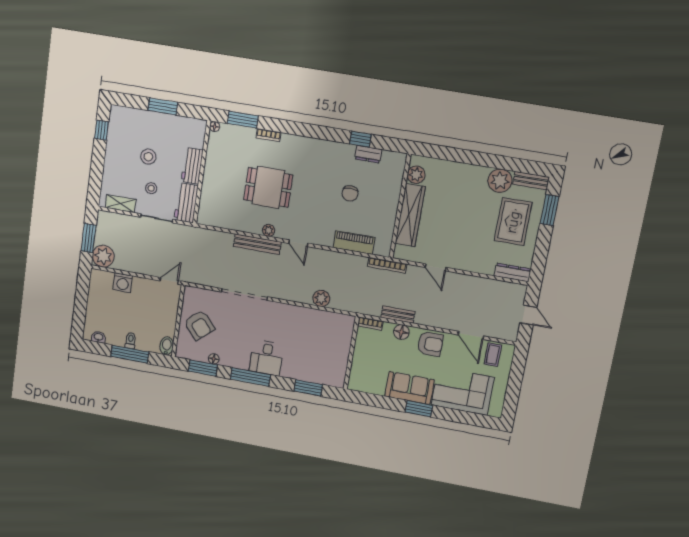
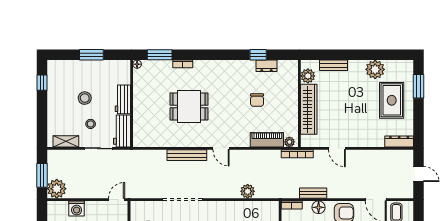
bench: (531, 181) -> (333, 65), moved
plant: (269, 230) -> (289, 142), moved

